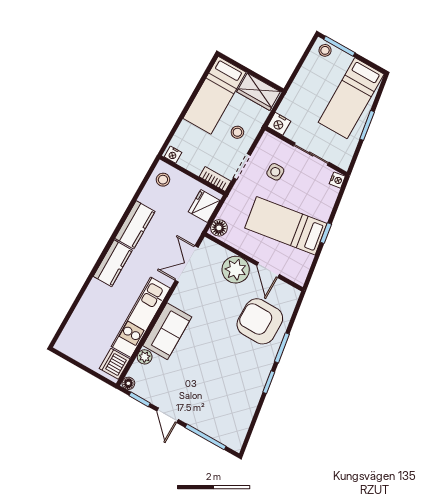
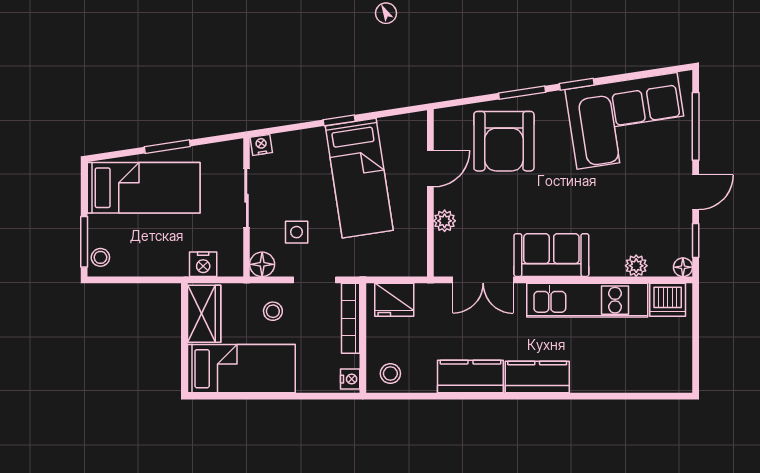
nightstand: (279, 124) -> (203, 264), moved, turned 90
bookcase: (215, 179) -> (351, 318), width x1.56
floor lamp: (219, 228) -> (262, 264), moved
plant: (236, 270) -> (445, 221), width x0.53, depth x0.53
sofa: (167, 331) -> (551, 255), moved
corner sofa: (231, 399) -> (627, 121), added

